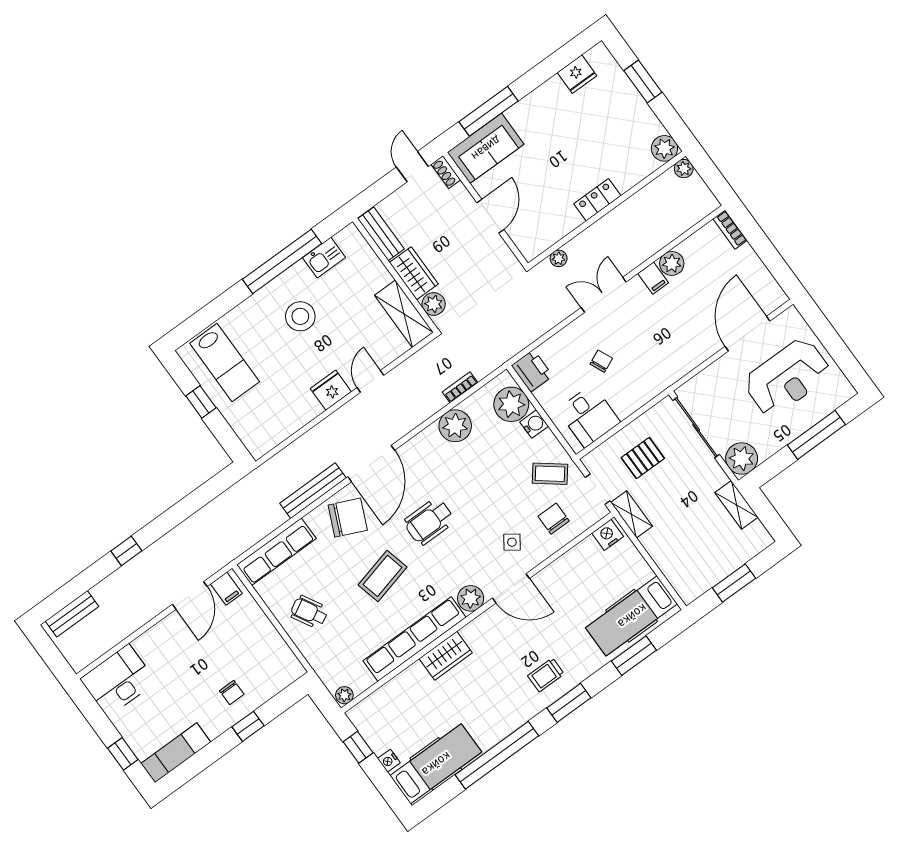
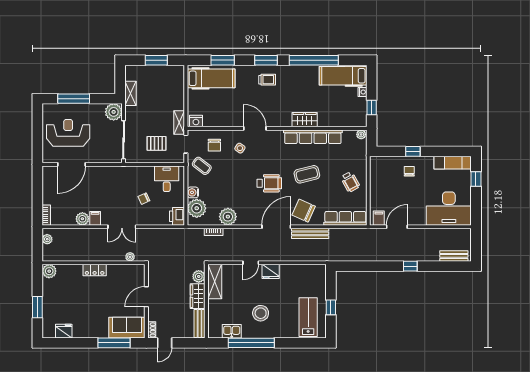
plant: (684, 169) -> (47, 239), moved
plant: (471, 598) -> (276, 137), removed
desk: (118, 680) -> (449, 209), width x1.36, depth x1.30

